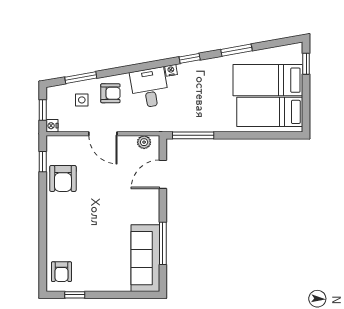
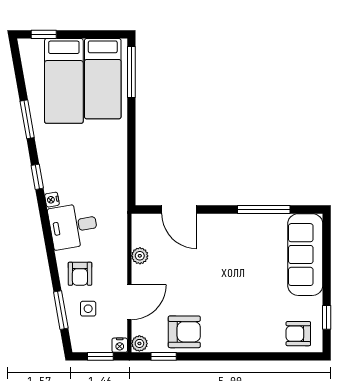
armchair: (110, 93) -> (80, 274), turned 180
door: (103, 134) -> (129, 302), moved
window: (193, 135) -> (131, 72), moved
plant: (53, 142) -> (139, 343), added
plant: (144, 142) -> (140, 256), moved
sofa: (145, 258) -> (305, 255), moved, turned 90
armchair: (61, 272) -> (298, 334), turned 180

